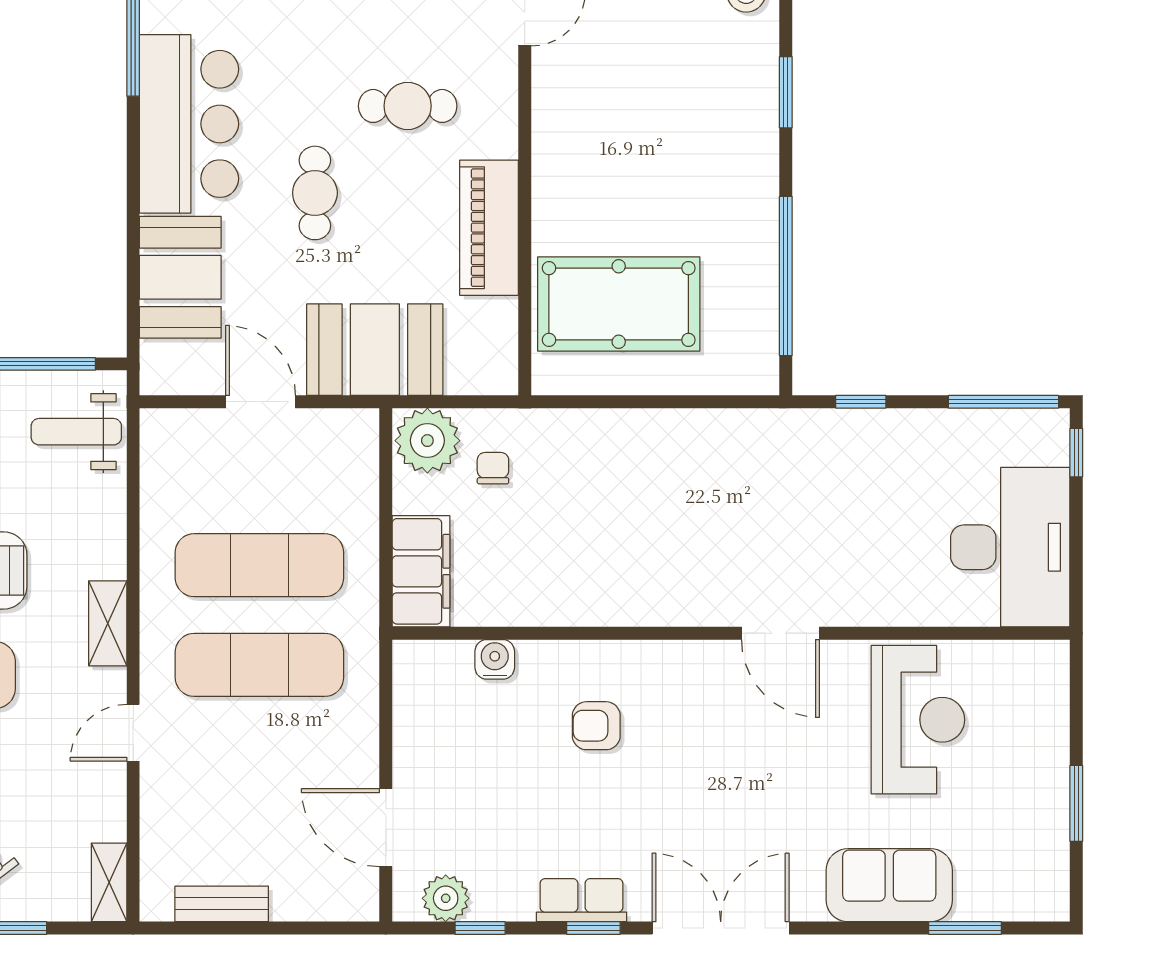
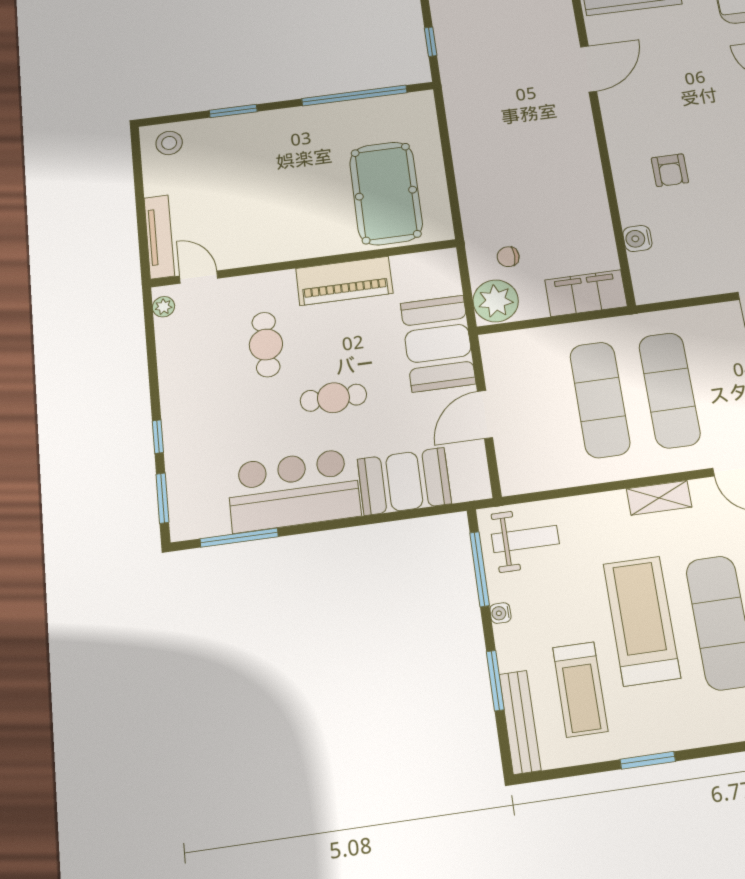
weight bench: (76, 432) -> (525, 539), turned -90

